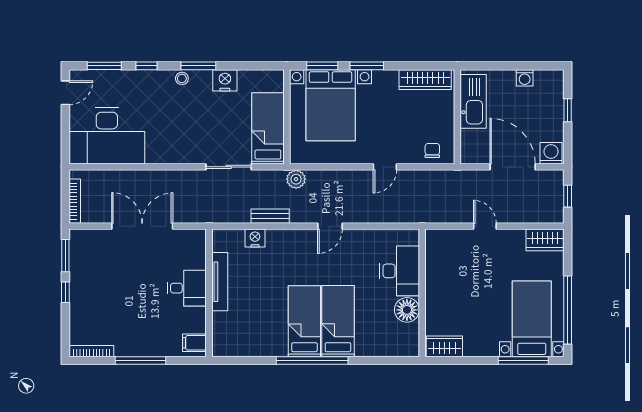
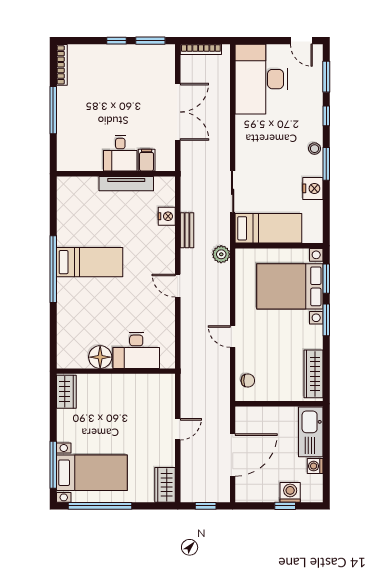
kitchen sink: (473, 101) -> (311, 432), moved, turned 90
washing machine: (551, 153) -> (290, 492), moved, turned -90
bed: (338, 321) -> (90, 293), removed
filing cabinet: (194, 343) -> (147, 160), moved

